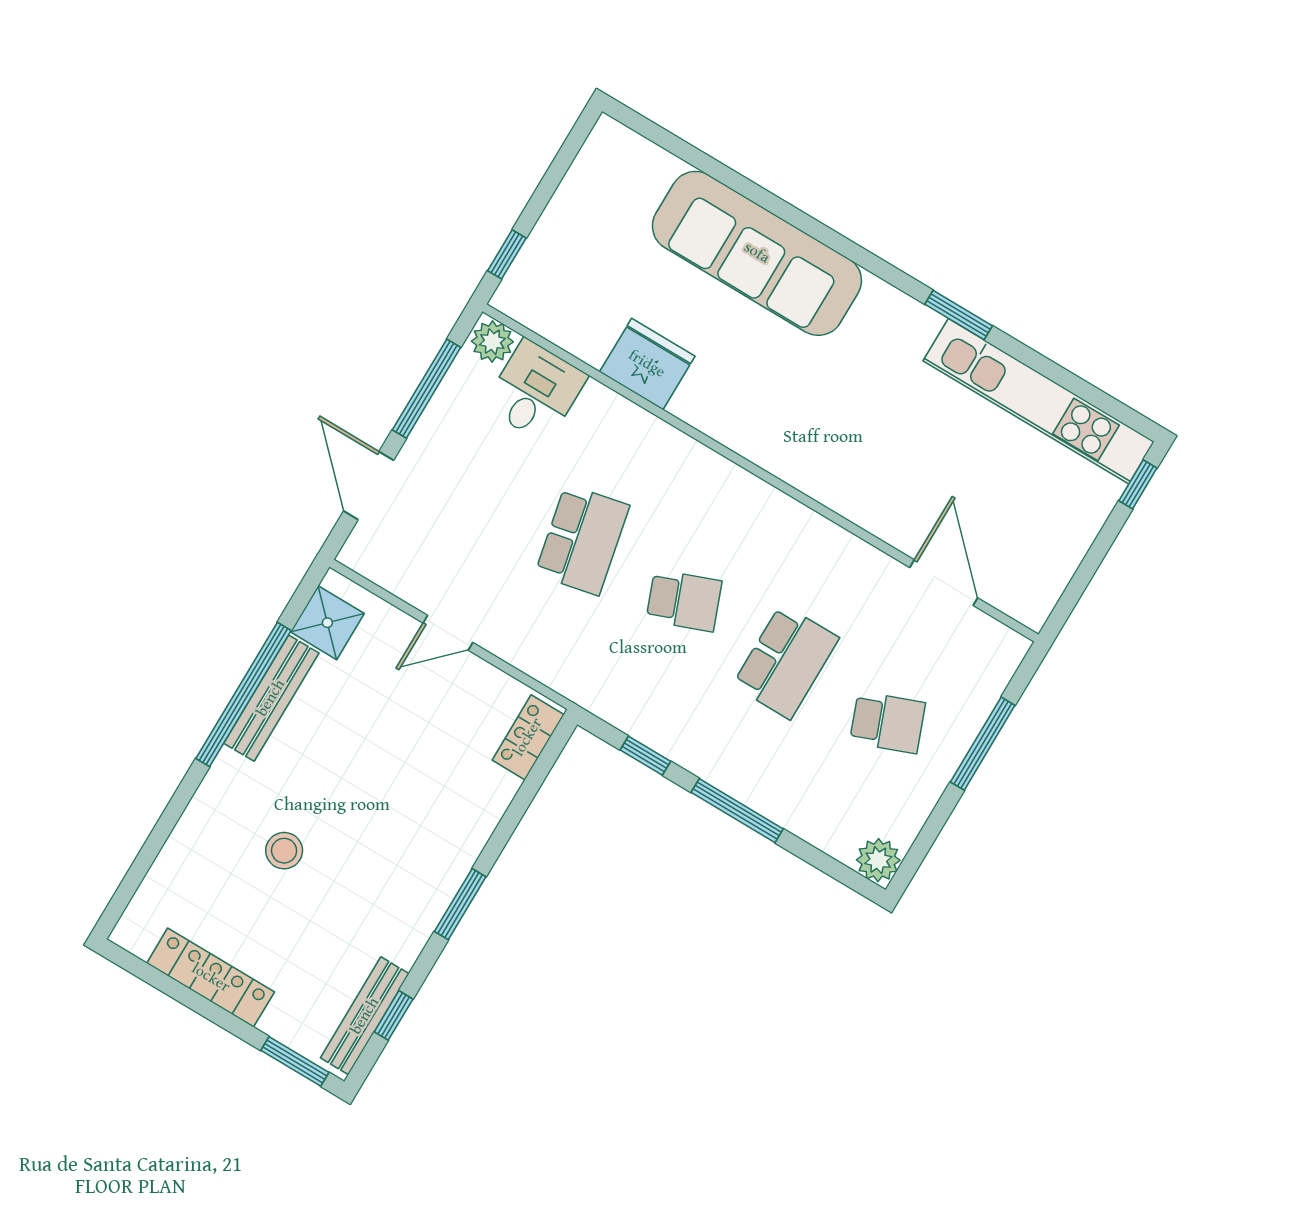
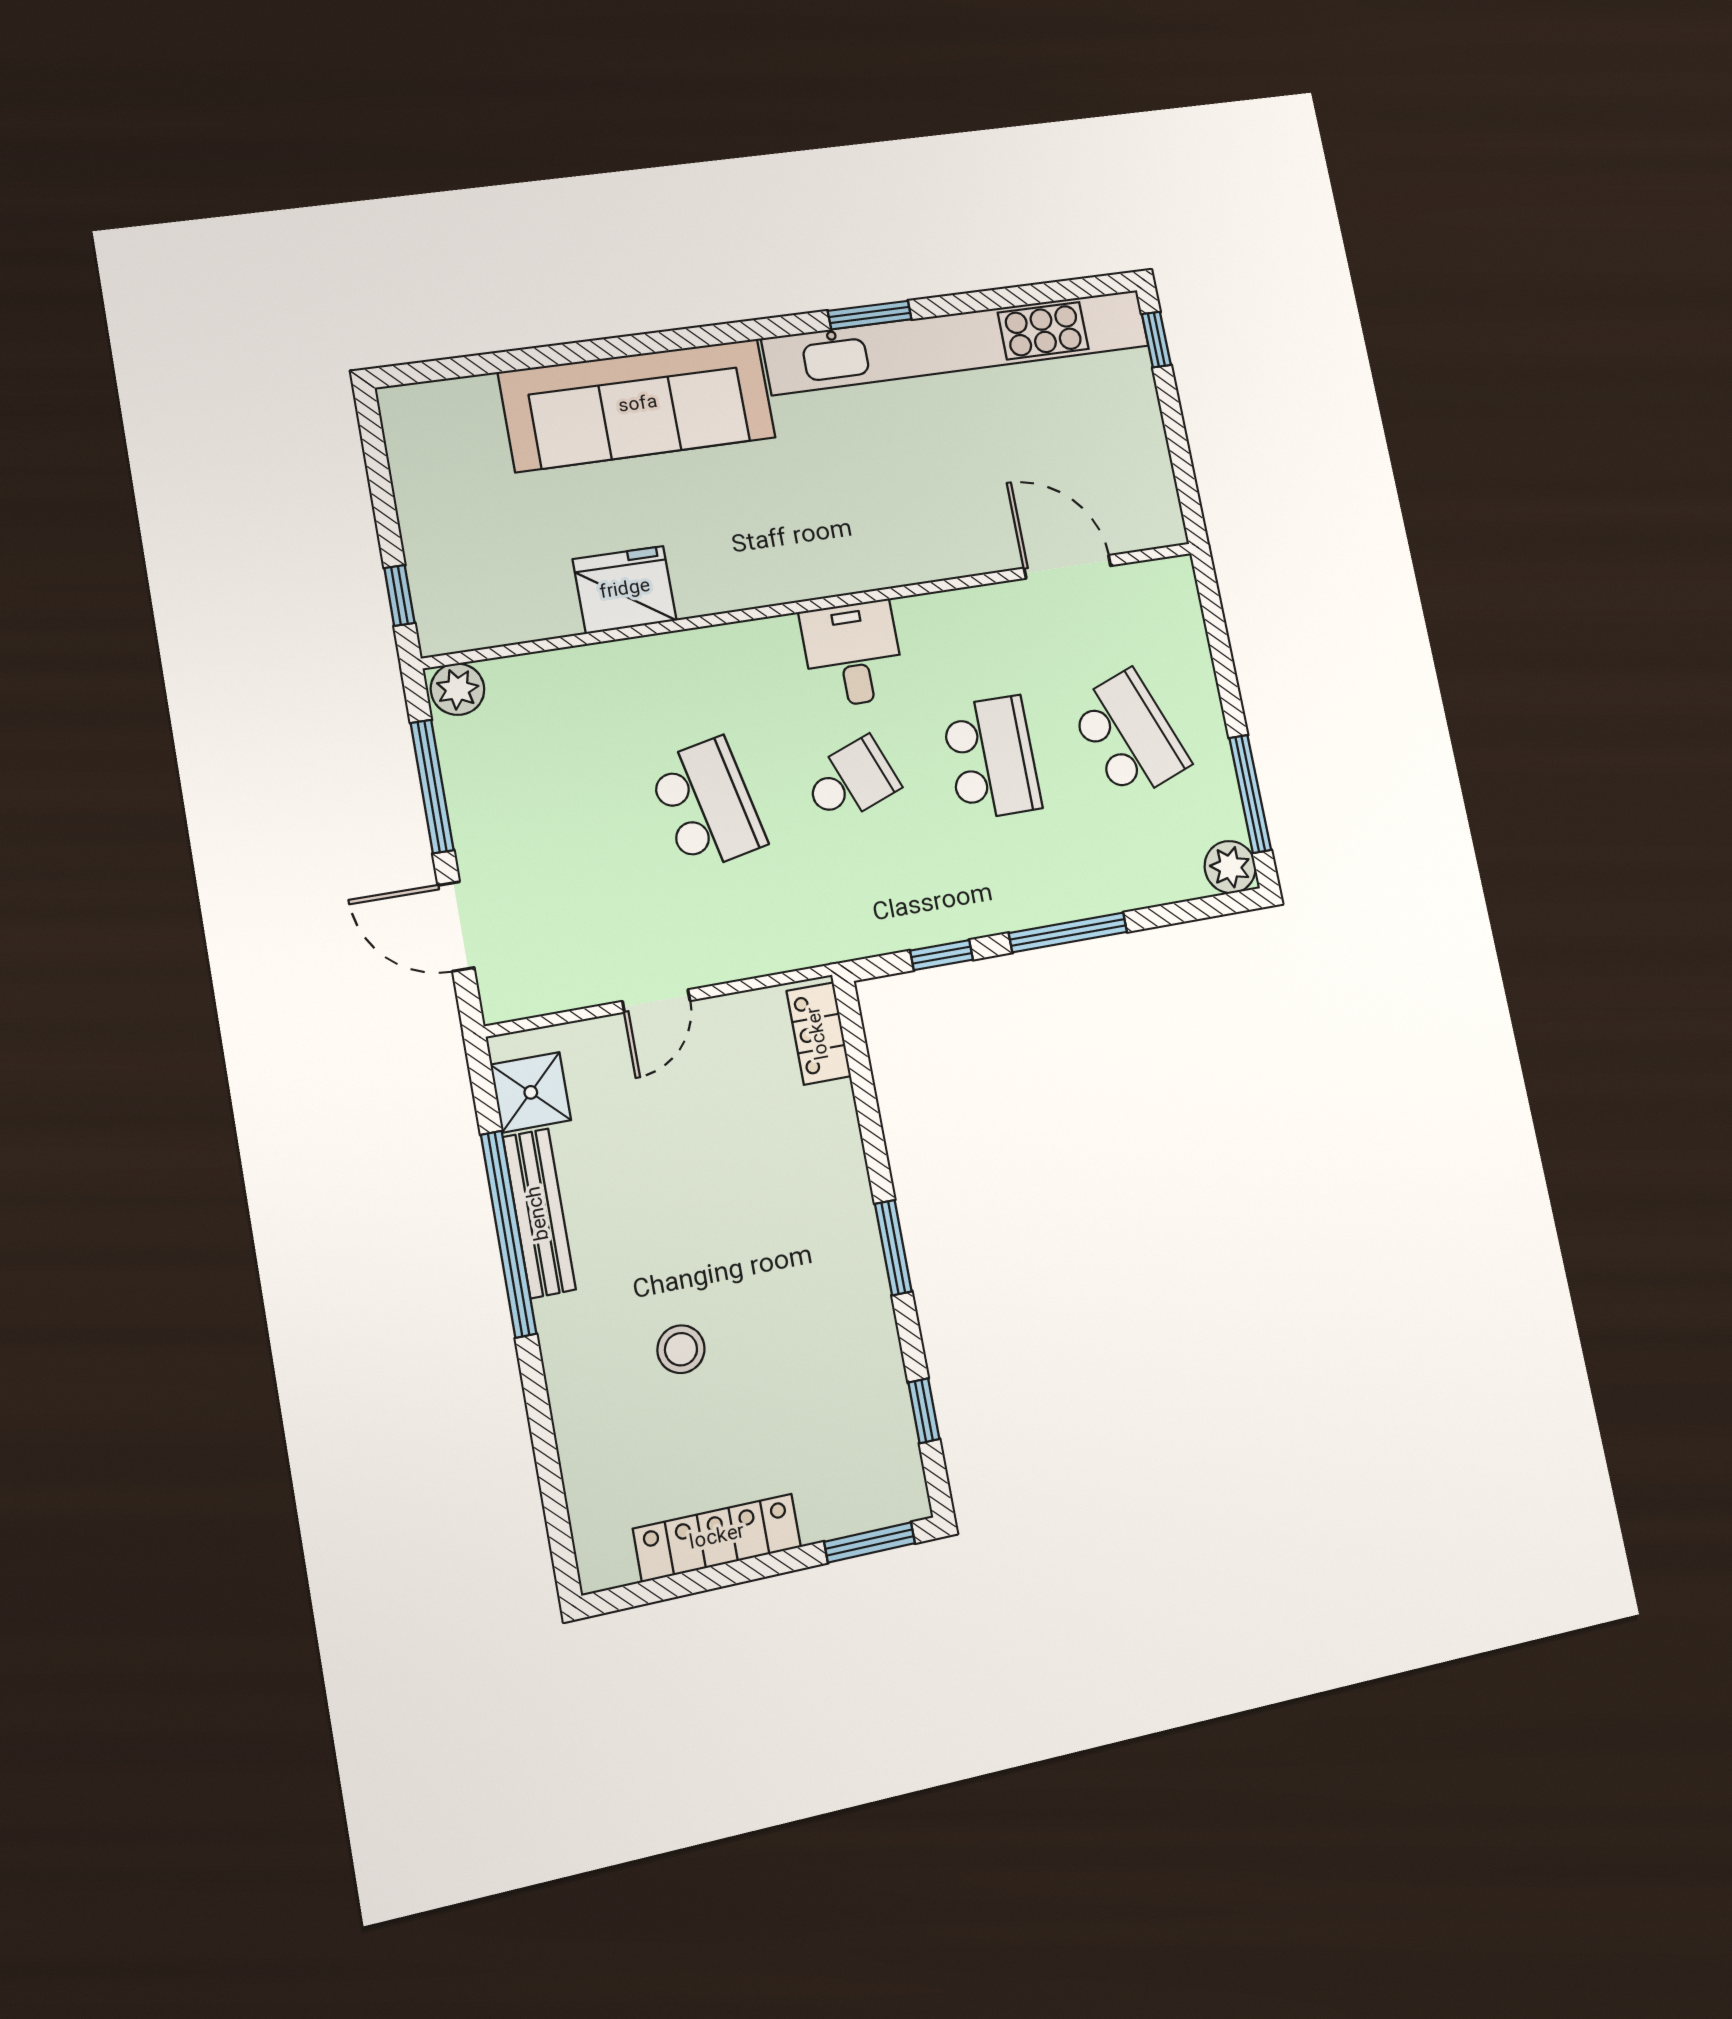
desk: (535, 391) -> (853, 654), moved
kitchen unit: (1039, 401) -> (957, 342), width x1.36
school desk: (888, 722) -> (1129, 735), width x1.85
window: (983, 744) -> (1250, 794), moved
bench: (365, 1016) -> (897, 1436), removed

